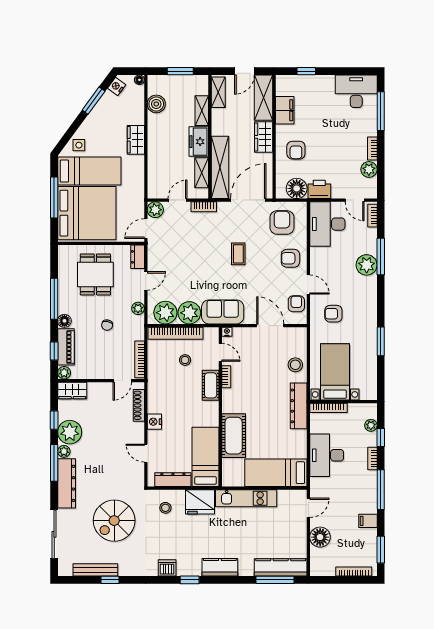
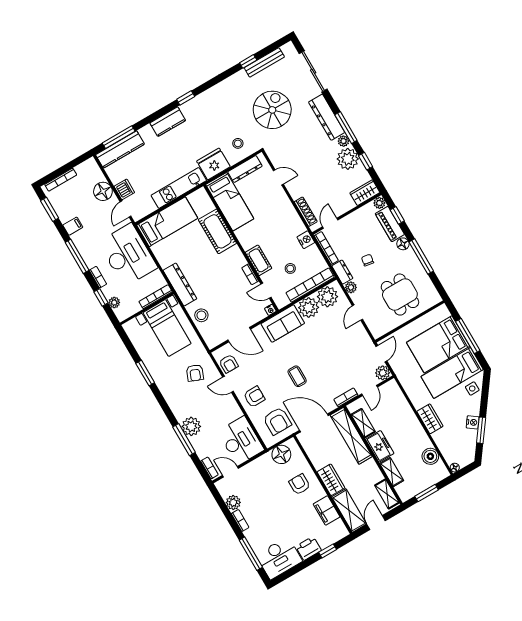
nightstand: (117, 86) -> (473, 422), moved
printer: (319, 189) -> (309, 548), moved, turned 180
door: (248, 200) -> (314, 423), swing flipped
bed: (87, 213) -> (438, 344), width x0.73
dresser: (138, 257) -> (342, 272), moved
armchair: (333, 314) -> (195, 373), turned 112
nightstand: (154, 422) -> (306, 240), moved
desk: (327, 455) -> (128, 255), width x1.36, depth x1.30
dishwasher: (167, 568) -> (124, 189), moved, turned -90

